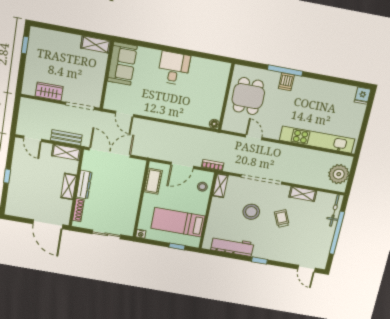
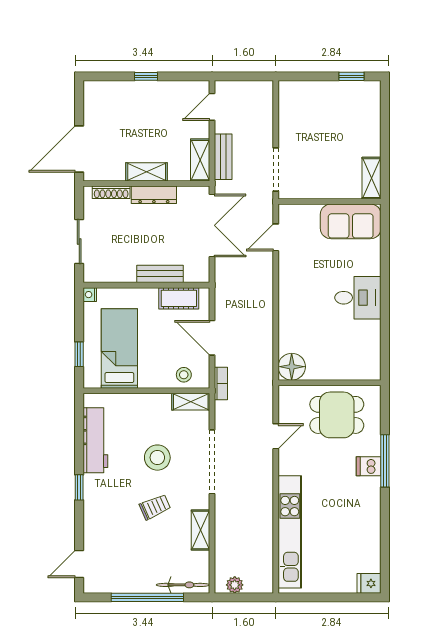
wardrobe: (49, 91) -> (289, 121), removed
floor lamp: (214, 124) -> (292, 367), width x1.89, depth x1.89
plant: (339, 174) -> (235, 585), width x0.53, depth x0.53
bench: (135, 190) -> (160, 274), added

